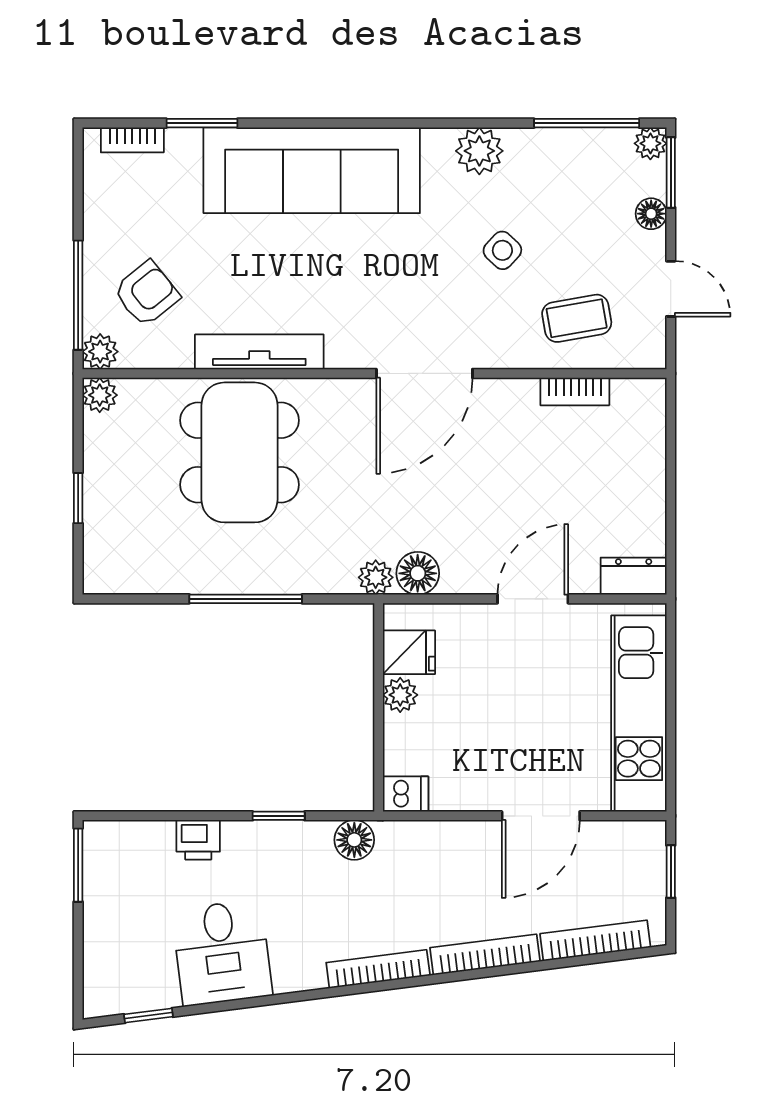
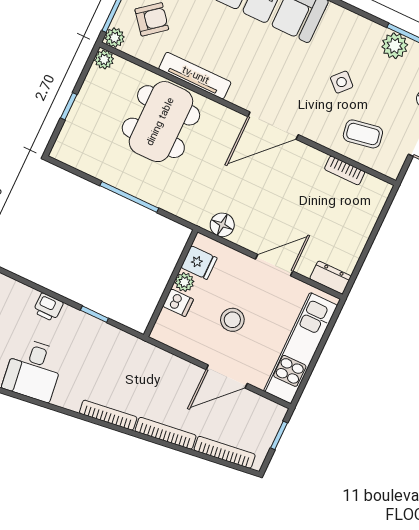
plant: (479, 151) -> (395, 46), moved
plant: (376, 577) -> (200, 217), removed
stool: (507, 720) -> (232, 320), added
dishwasher: (406, 794) -> (178, 303), moved
floor lamp: (354, 840) -> (127, 344), removed

